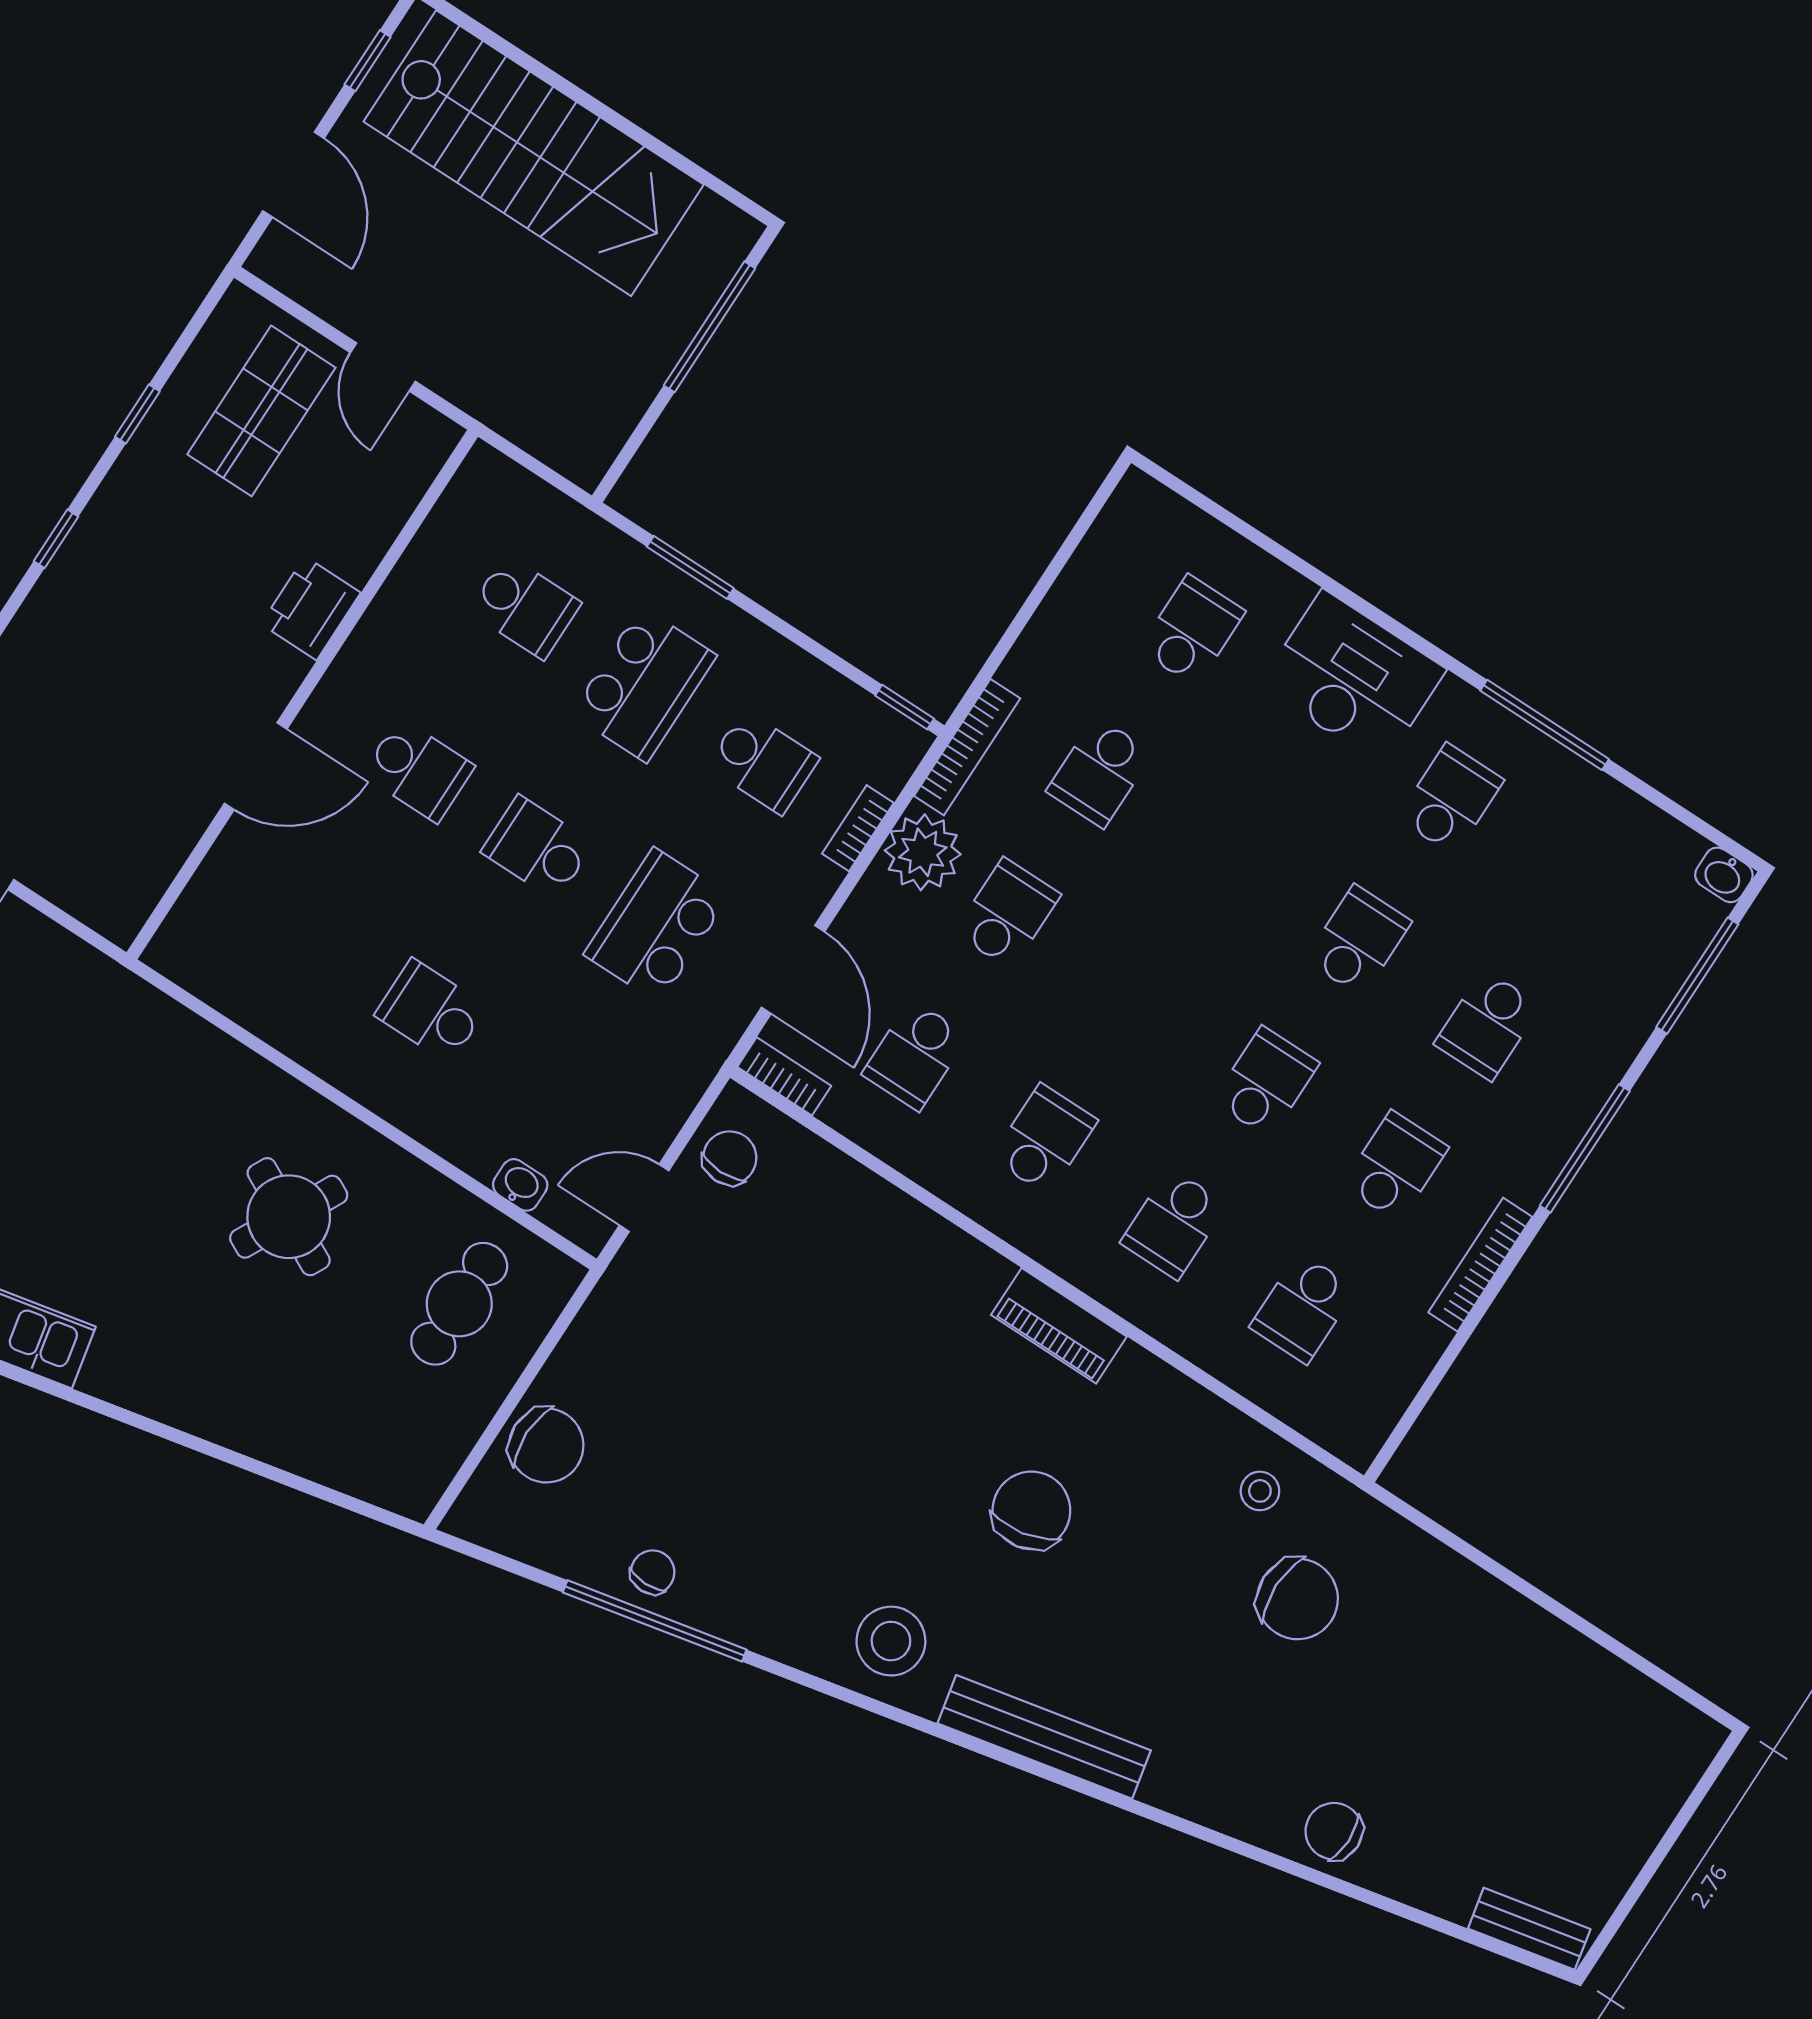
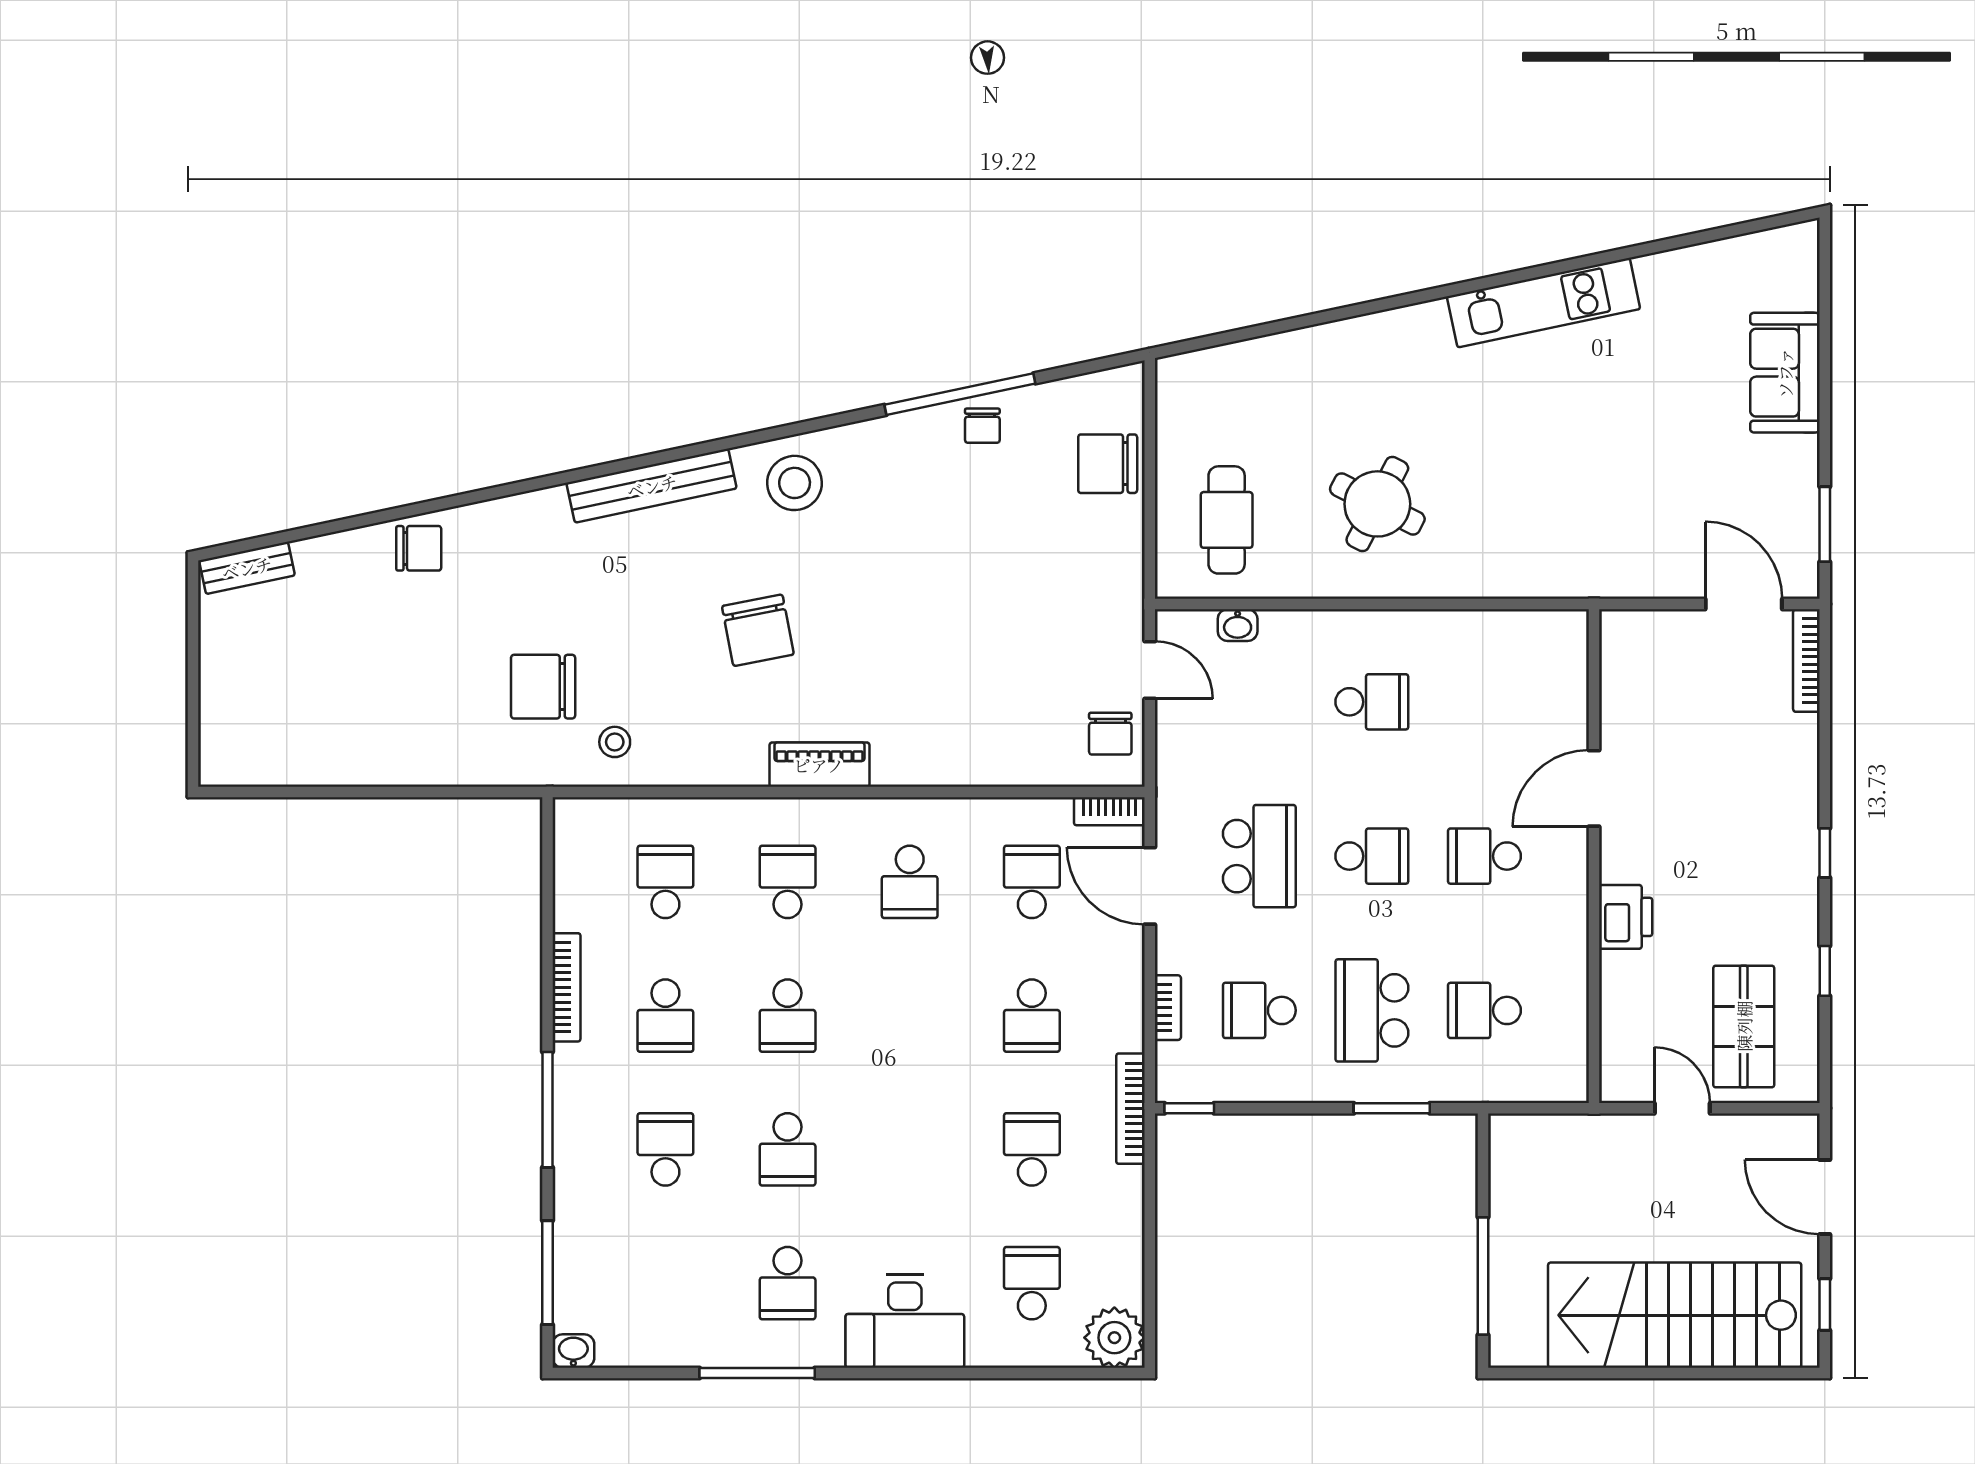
school desk: (1192, 630) -> (1032, 1283), turned 180
plant: (923, 852) -> (1114, 1338), moved
door: (644, 1198) -> (1150, 670), hinge flipped

